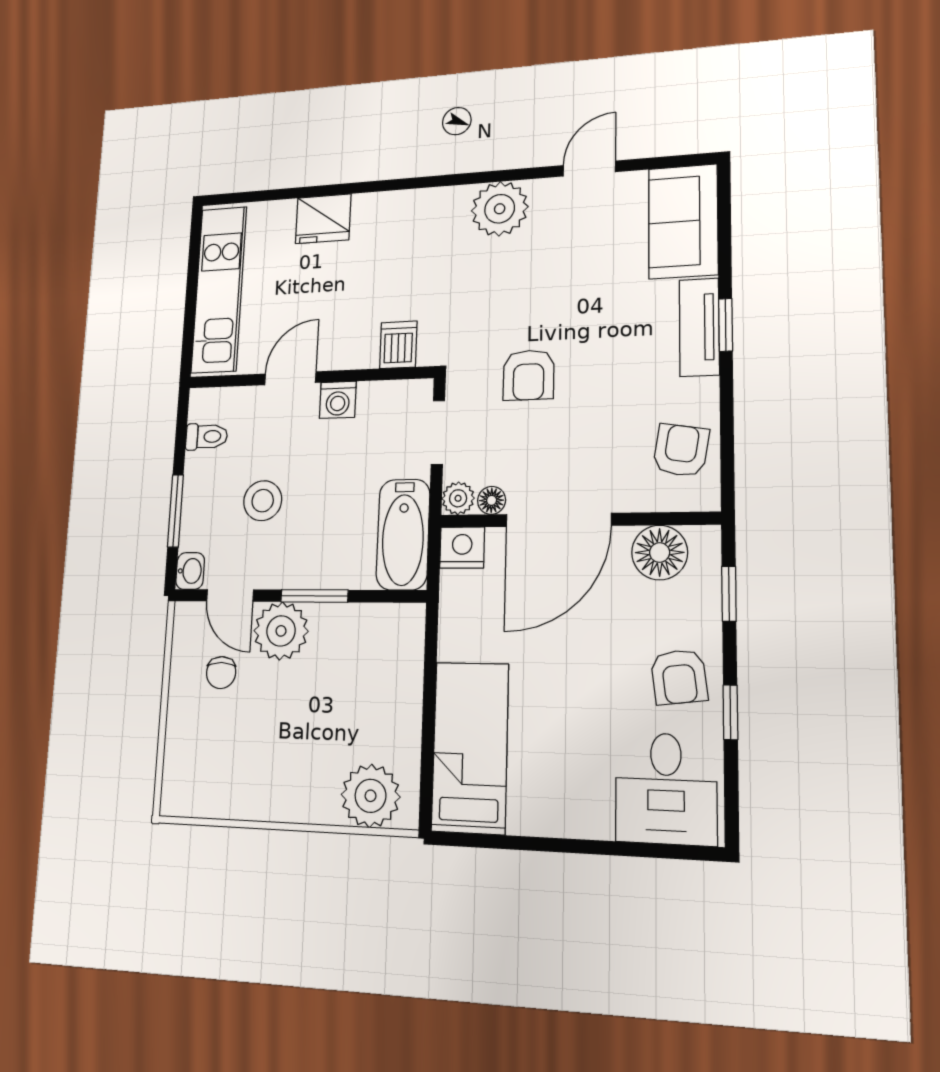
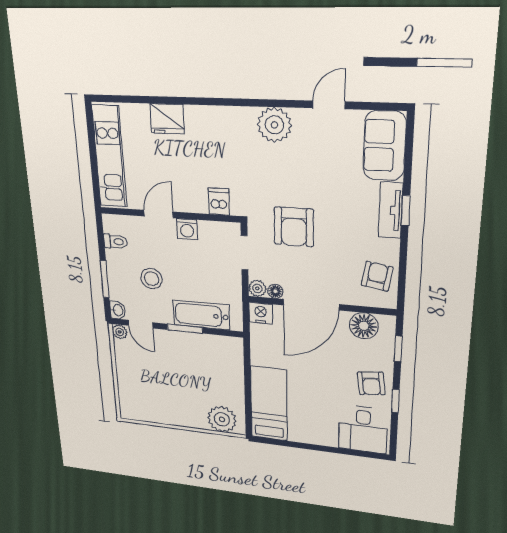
armchair: (529, 375) -> (294, 227), width x1.38, depth x1.38
bathtub: (403, 534) -> (201, 315), moved, turned 90
plant: (281, 631) -> (120, 332), moved, width x0.53, depth x0.53
chair: (221, 673) -> (141, 360), removed

